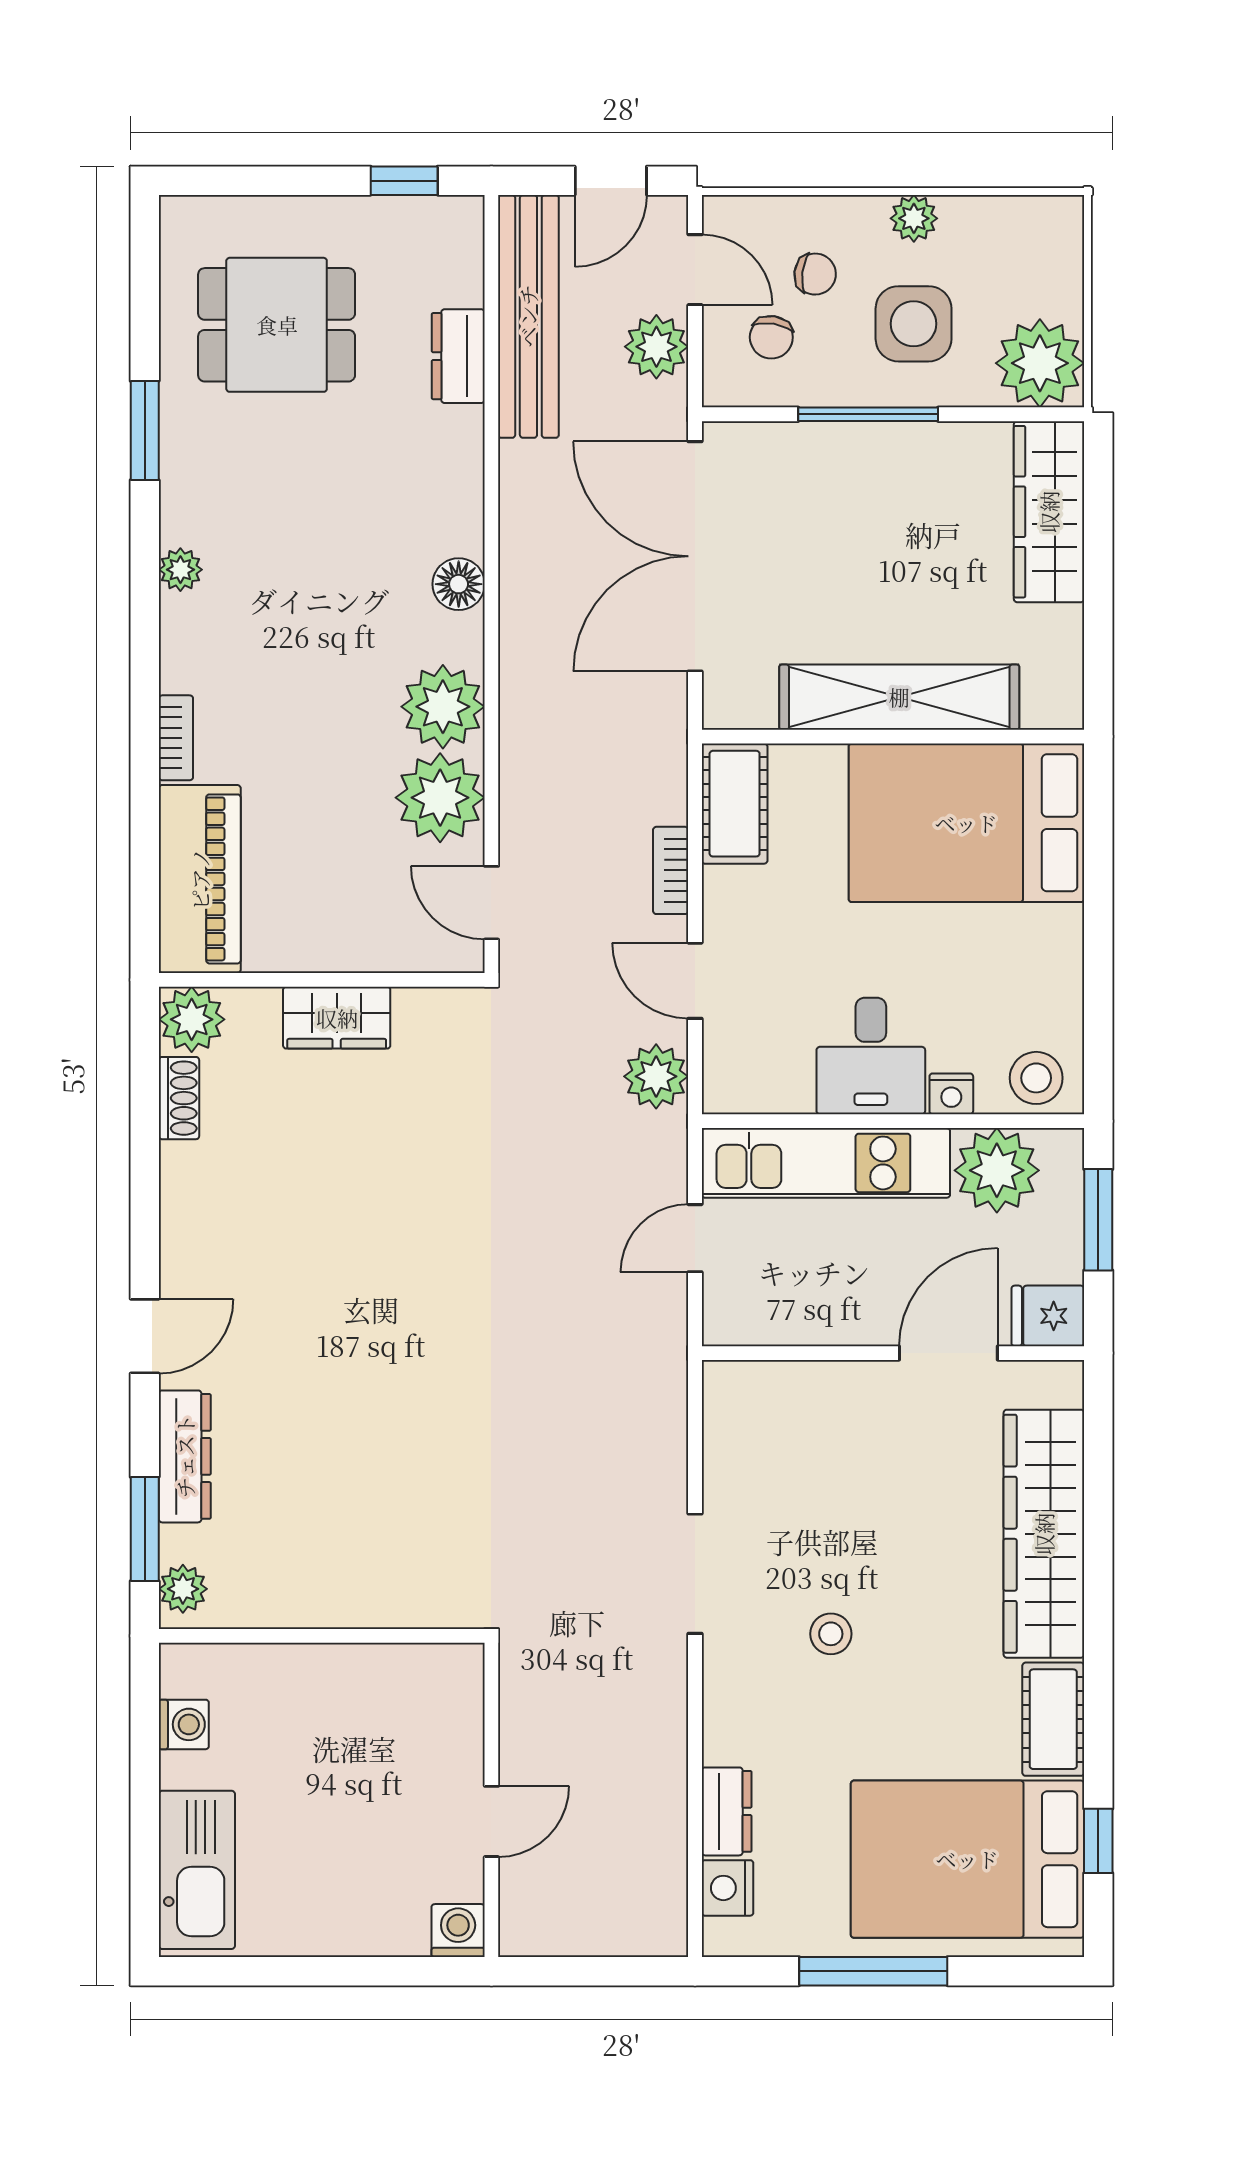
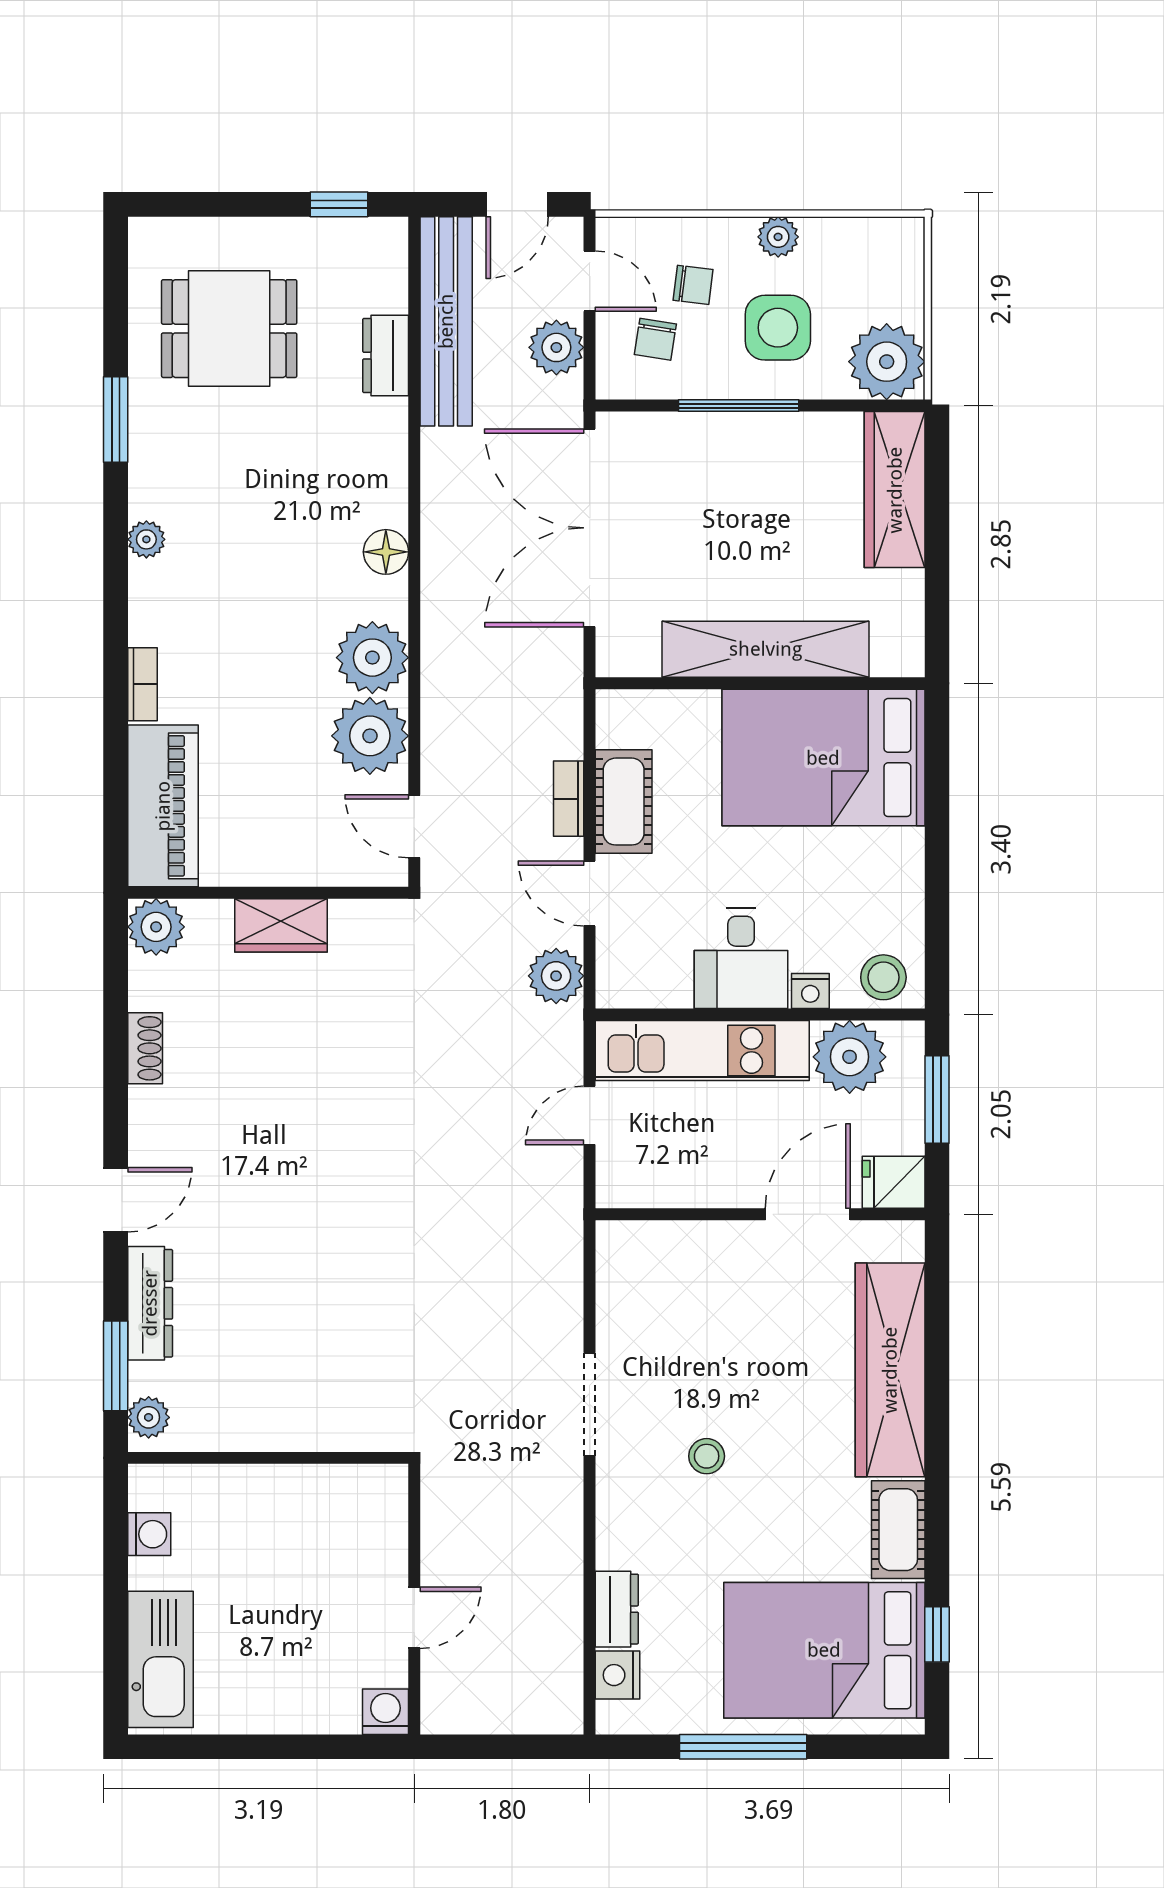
cot: (735, 804) -> (624, 802), moved
shoe rack: (179, 1098) -> (145, 1048), moved

